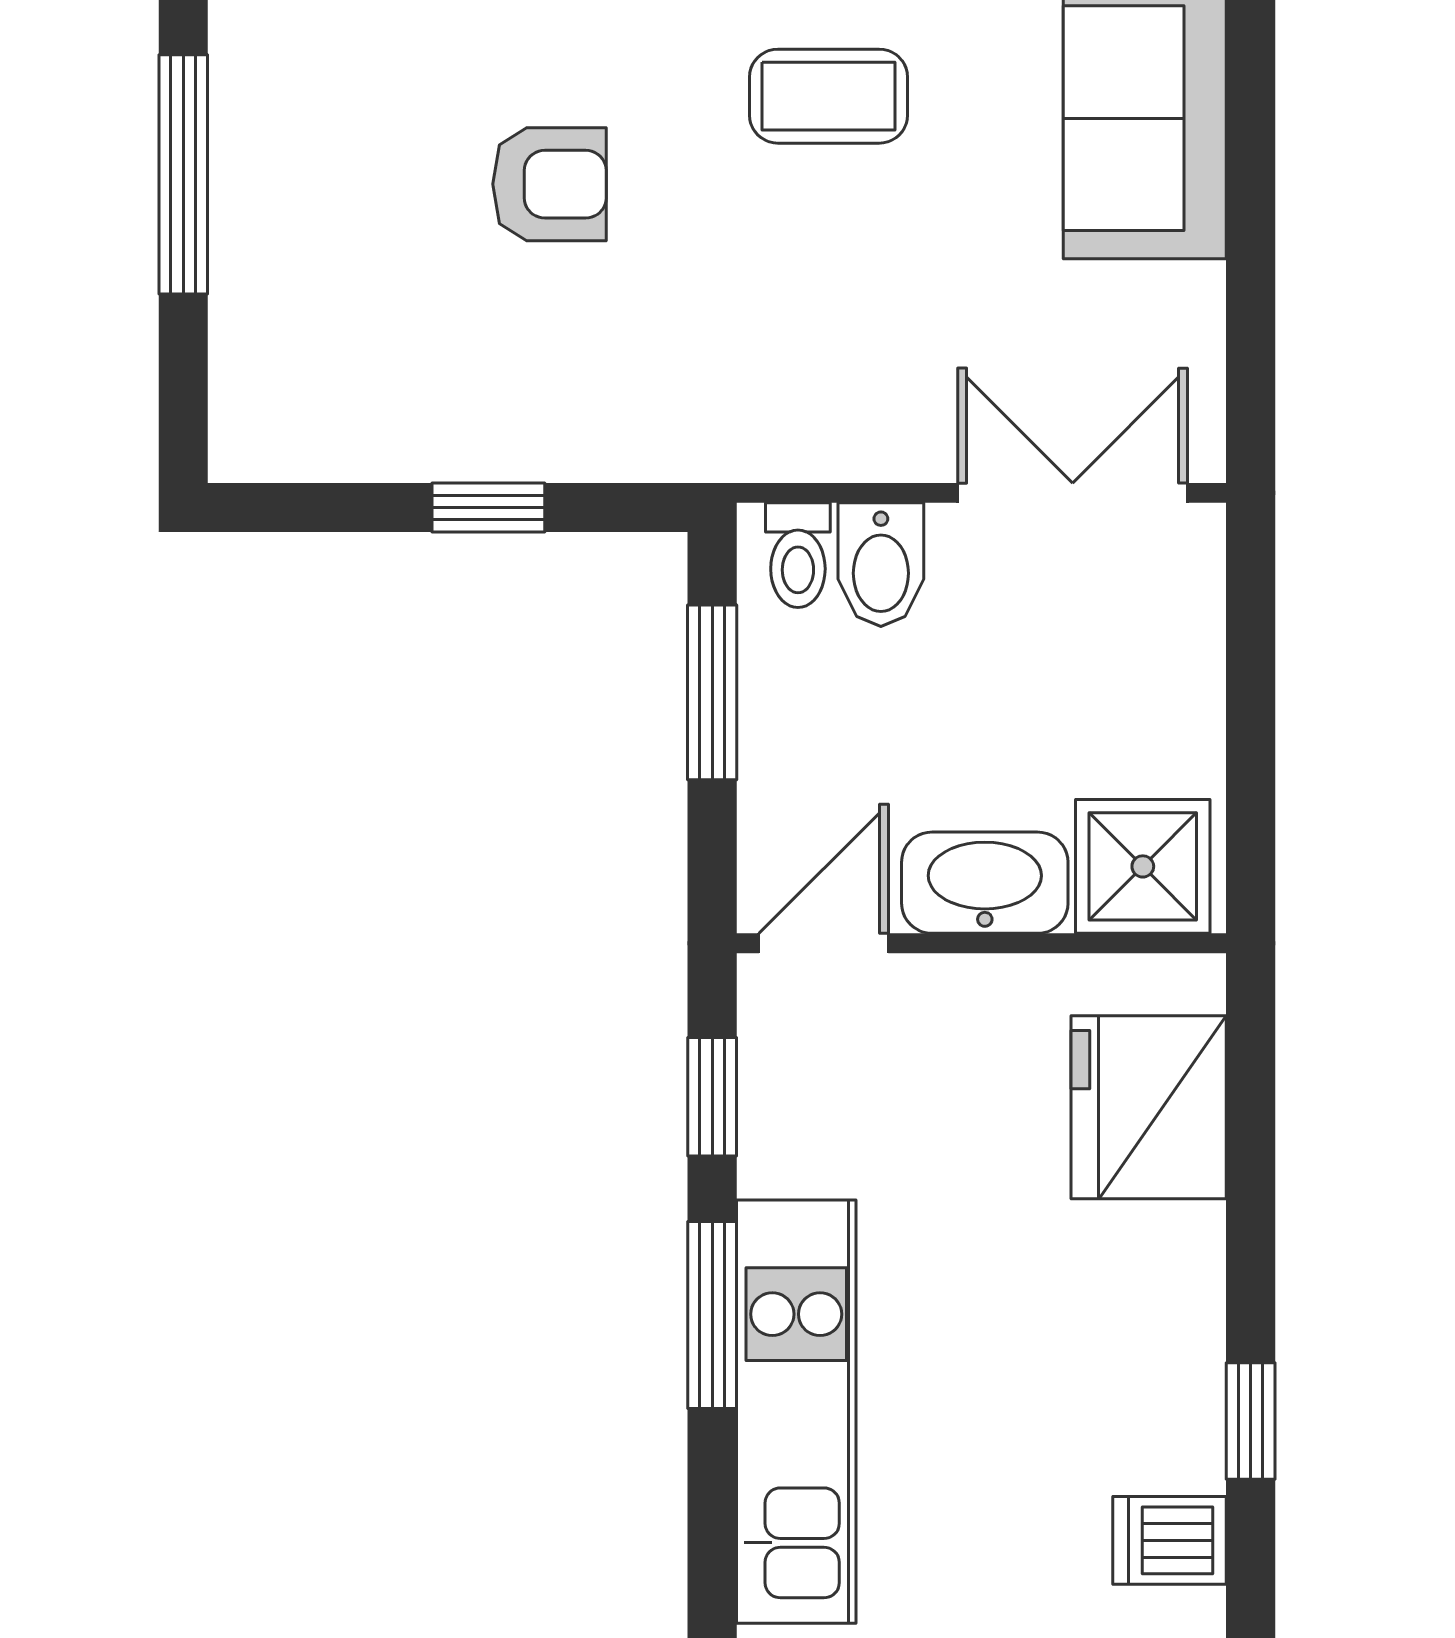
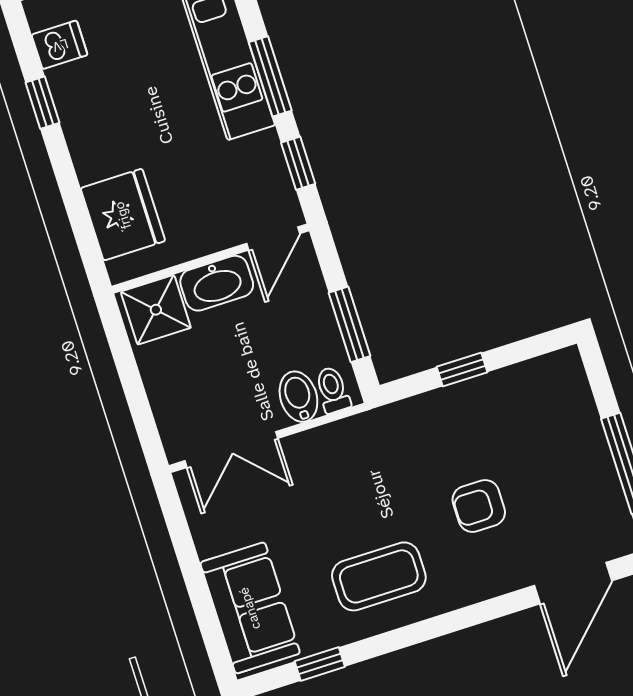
coffee table: (829, 96) -> (379, 576), width x1.36, depth x1.30

